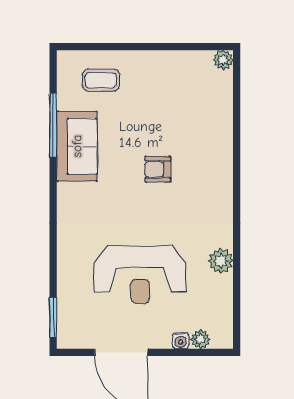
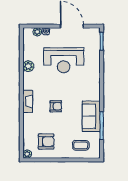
armchair: (180, 89) -> (46, 142), added
fireplace: (222, 180) -> (28, 101), added
reception desk: (140, 275) -> (64, 60), turned 180

